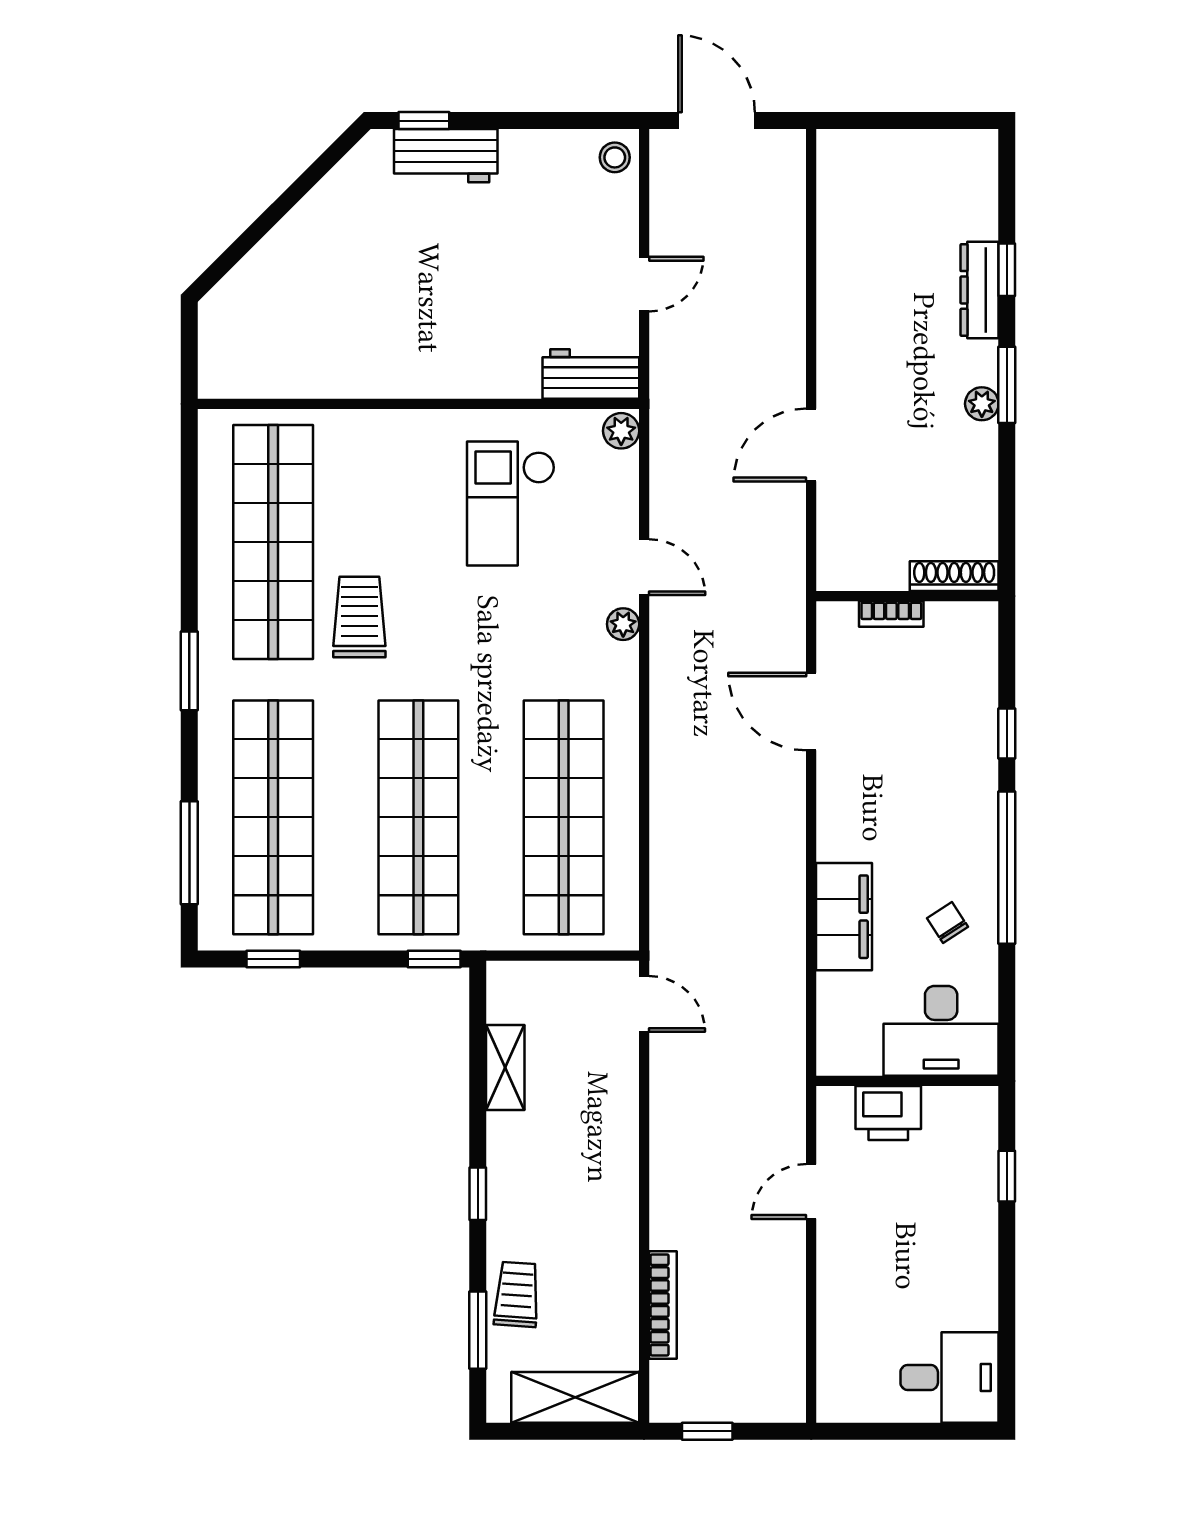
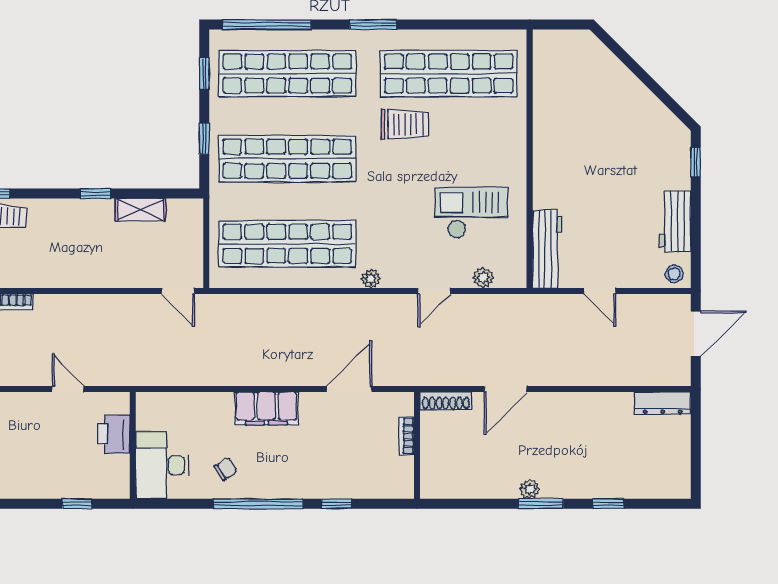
workbench: (446, 156) -> (675, 221), moved
dresser: (980, 290) -> (663, 403), moved, turned 180
workbench: (591, 374) -> (547, 249), width x1.37
plant: (621, 431) -> (483, 278), moved
door: (811, 445) -> (506, 389), swing flipped
shoe rack: (954, 576) -> (446, 401), moved, turned 90
plant: (623, 624) -> (371, 279), moved
window: (189, 853) -> (267, 24), width x1.46
filing cabinet: (844, 917) -> (266, 408), moved
window: (434, 959) -> (204, 139), moved
door: (644, 1004) -> (178, 291), hinge flipped
window: (478, 1194) -> (95, 194), moved

